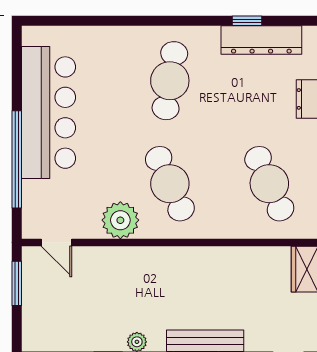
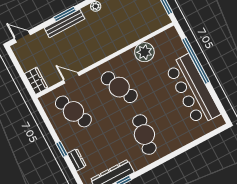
plant: (120, 220) -> (144, 52), moved
door: (57, 242) -> (71, 78), moved

